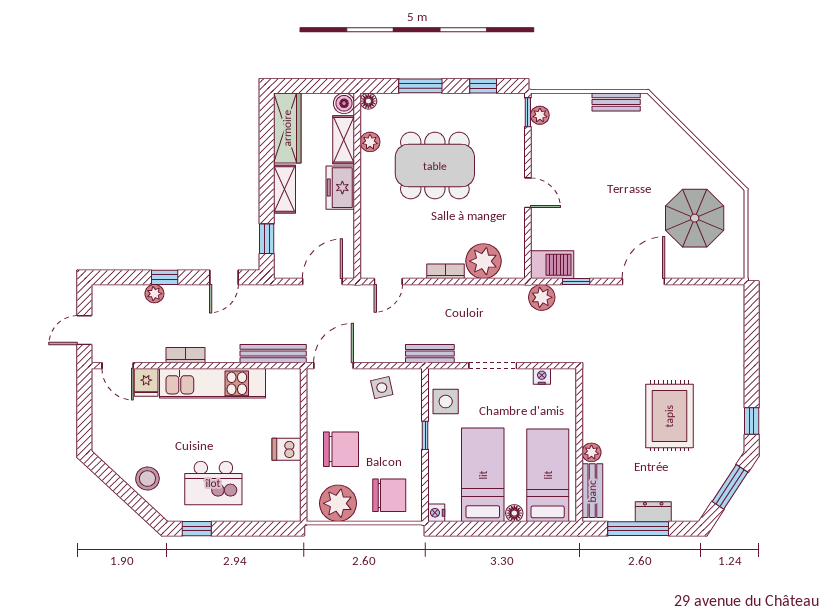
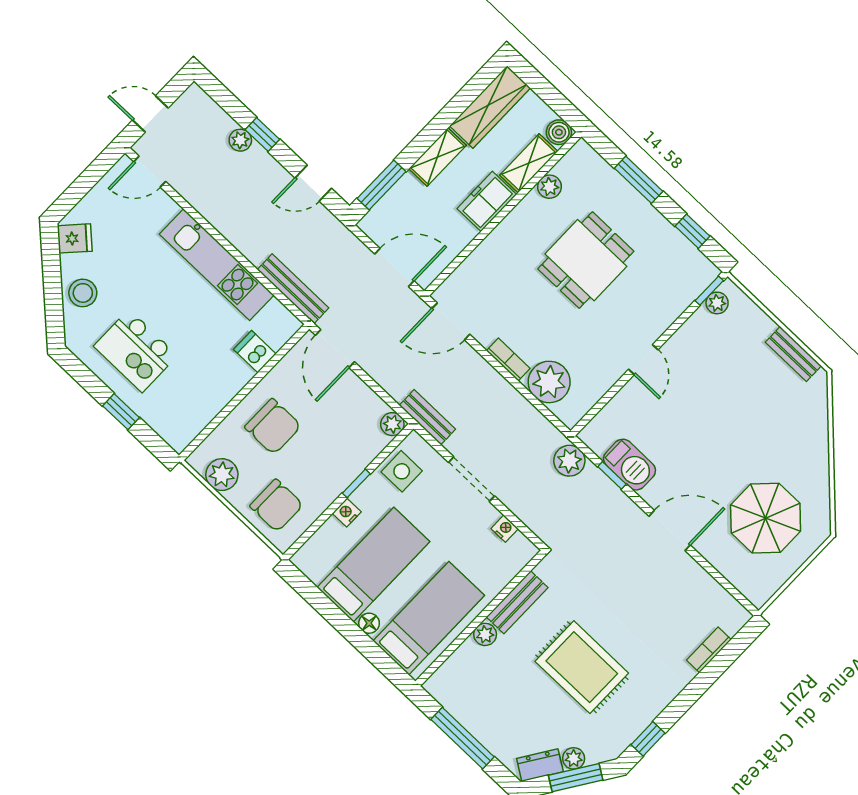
floor lamp: (368, 101) -> (582, 150), removed
dining table: (435, 166) -> (586, 260), width x0.73
window: (267, 239) -> (382, 185), width x1.50
barbecue: (552, 265) -> (630, 465), moved
door: (388, 282) -> (451, 321), width x1.38
bookcase: (186, 355) -> (709, 650), moved, turned -90
door: (118, 366) -> (150, 172), hinge flipped
door: (333, 366) -> (335, 349), swing flipped
plant: (412, 378) -> (392, 424), added
fridge: (146, 382) -> (75, 238), moved, turned -137
side table: (382, 388) -> (358, 407), removed
rug: (669, 416) -> (582, 667), turned 90
dishwasher: (286, 449) -> (255, 352), moved
plant: (718, 476) -> (574, 758), added
bench: (592, 491) -> (517, 602), moved
plant: (338, 503) -> (222, 475), width x0.73, depth x0.73
dresser: (653, 512) -> (540, 765), moved, turned -57
nightstand: (436, 513) -> (347, 513), moved
window: (197, 529) -> (121, 412), moved

